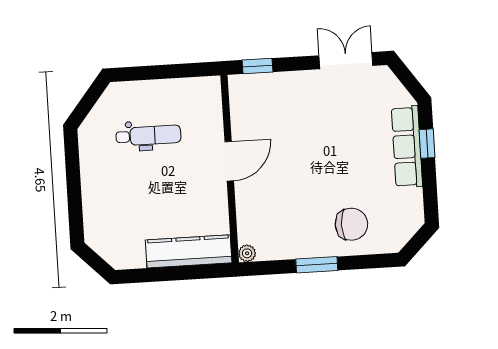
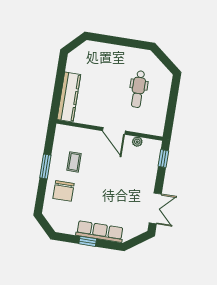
window: (427, 144) -> (88, 241), moved
coffee table: (298, 217) -> (74, 162), added
plant: (247, 253) -> (137, 142), moved

